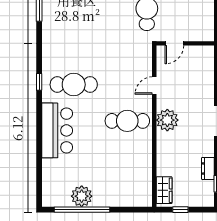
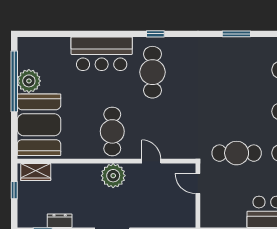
booth: (121, 187) -> (39, 125), added

